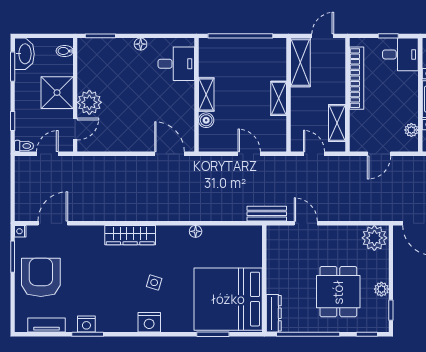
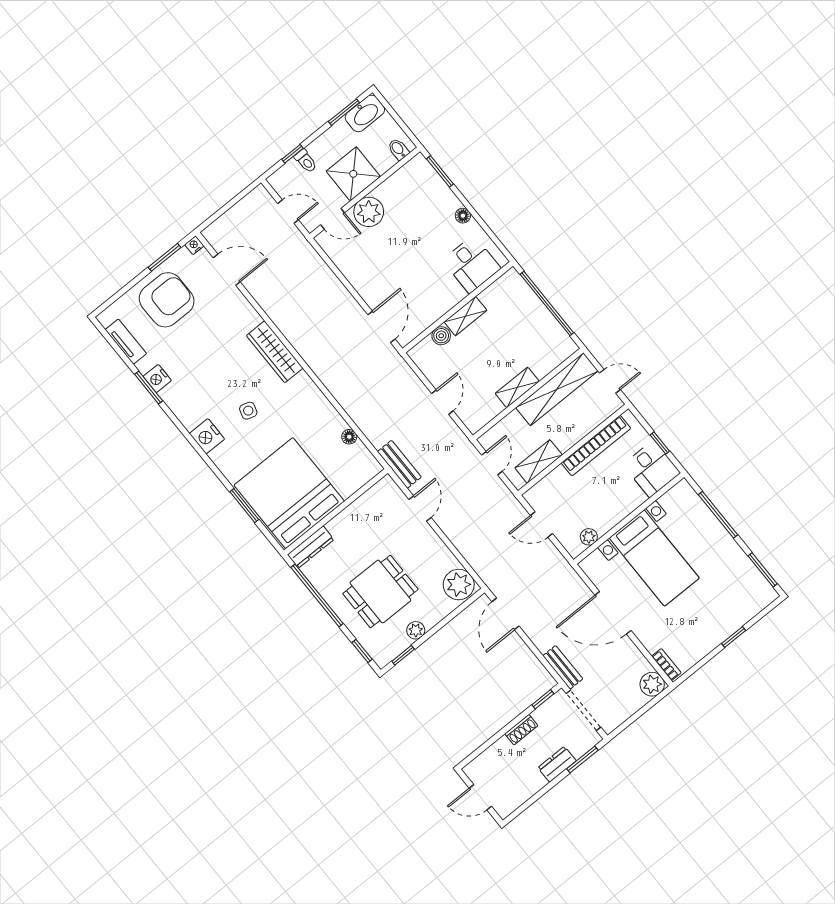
shelving: (300, 62) -> (557, 389), width x1.47
toilet: (24, 146) -> (306, 161), moved
floor lamp: (196, 231) -> (349, 437), moved

